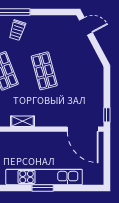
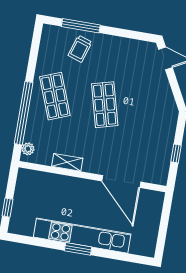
window: (107, 115) -> (176, 153), moved
door: (83, 129) -> (121, 181), moved

